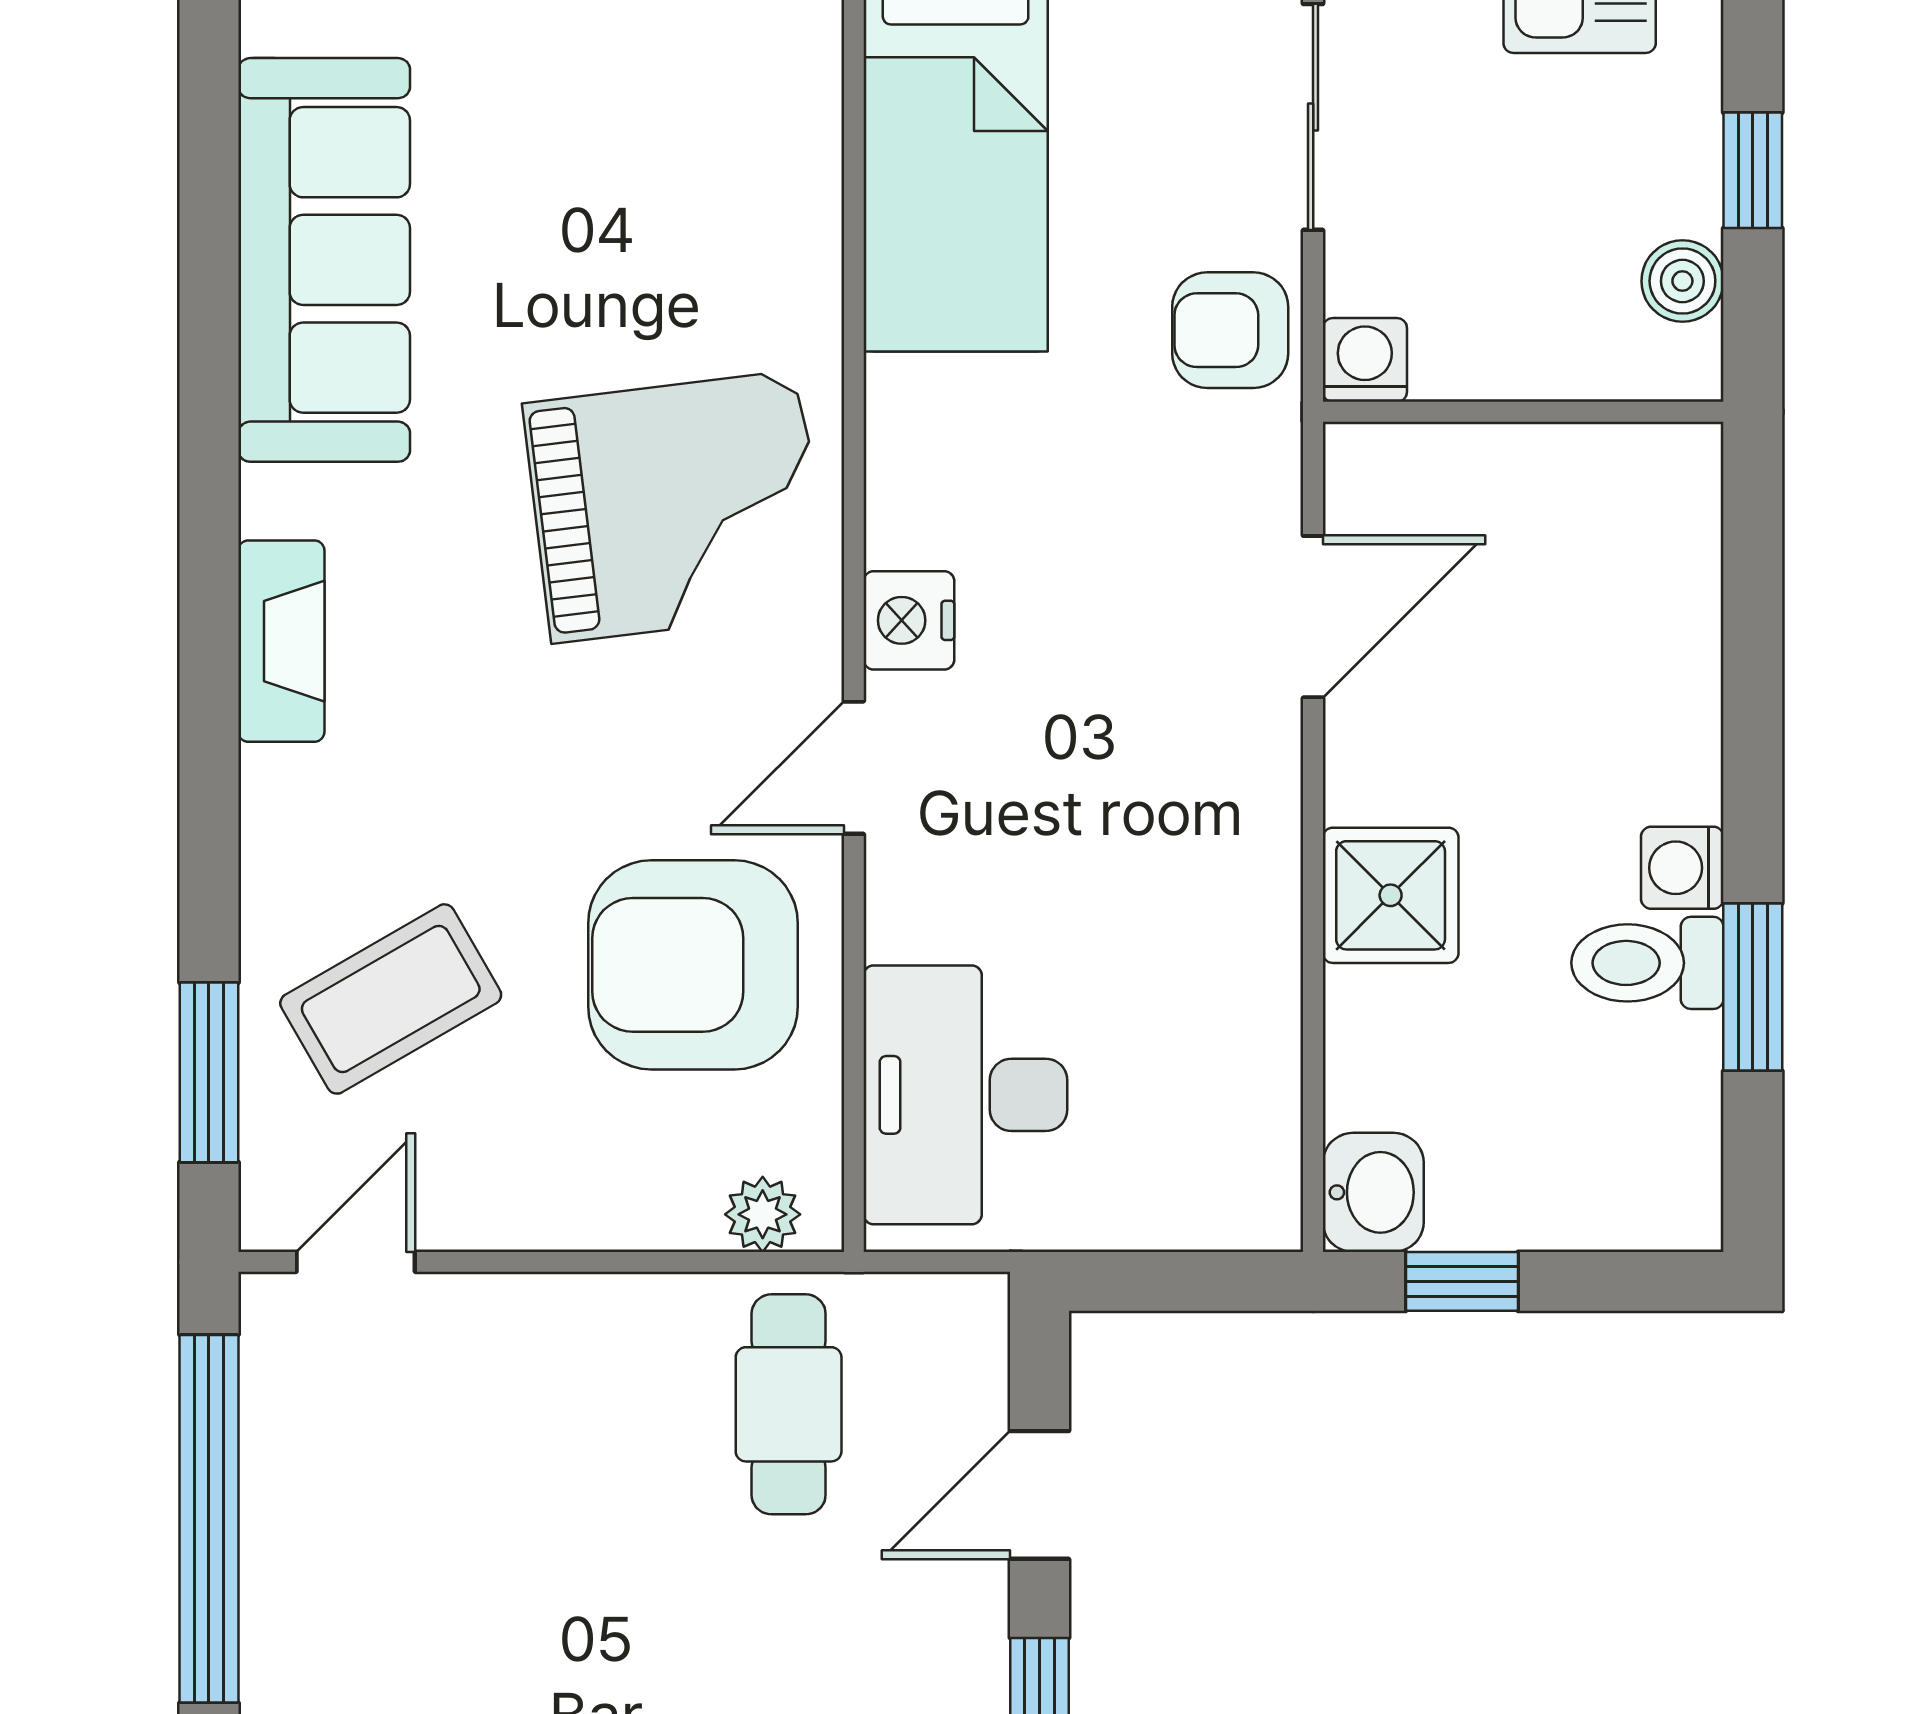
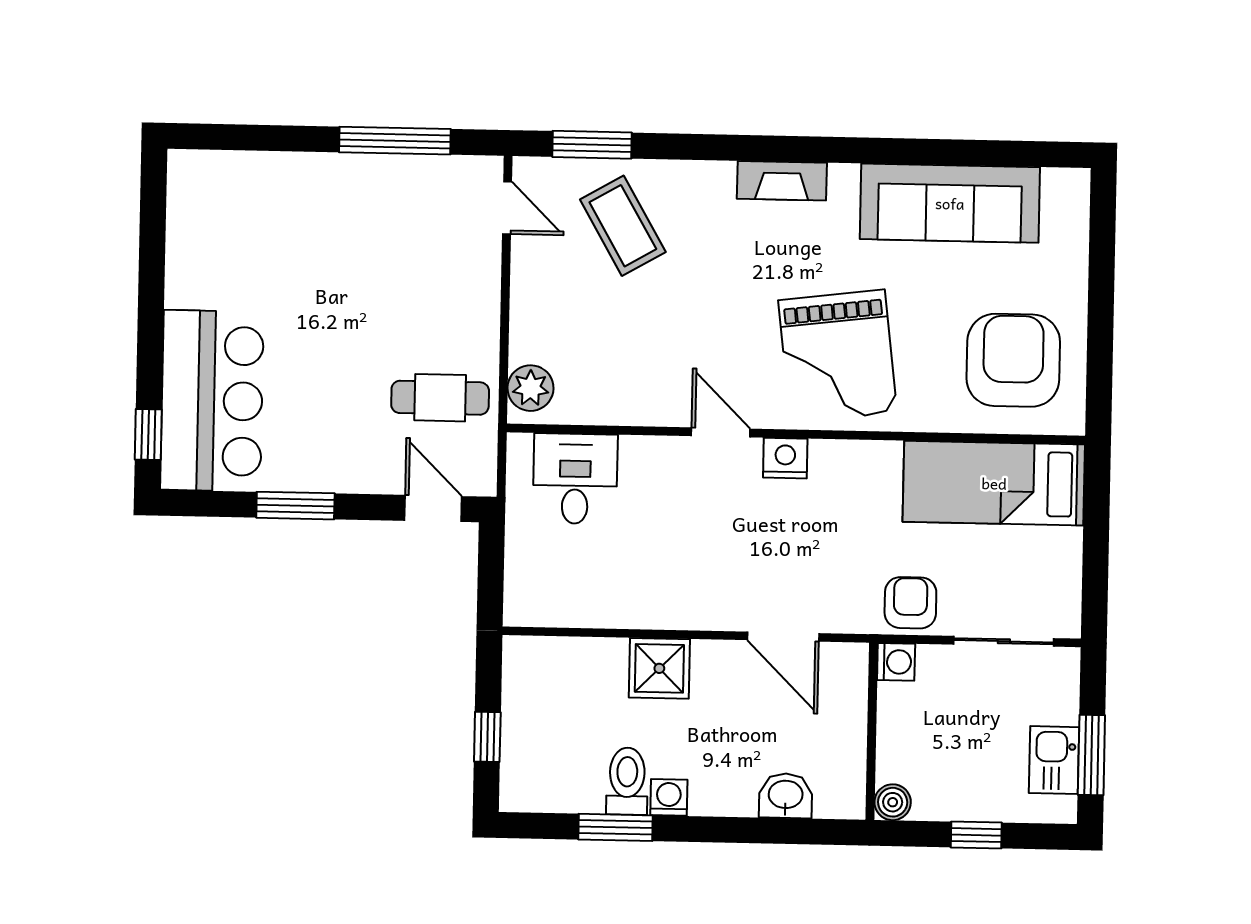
boiler: (1682, 281) -> (893, 802), moved
armchair: (693, 965) -> (1013, 360), moved
desk: (965, 1095) -> (575, 479), width x0.73
washbasin: (1373, 1192) -> (786, 796), moved, turned 180
plant: (763, 1214) -> (531, 388), width x1.38, depth x1.38
window: (1462, 1281) -> (487, 737), moved
door: (1039, 1495) -> (433, 508), moved
window: (209, 1519) -> (395, 141), width x0.68

